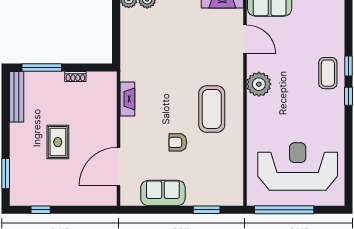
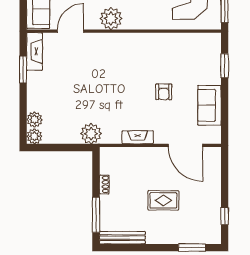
plant: (132, 62) -> (91, 134), added
fireplace: (127, 99) -> (138, 137), moved
coffee table: (212, 109) -> (134, 61), removed

